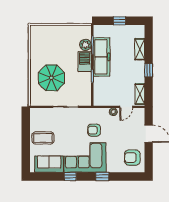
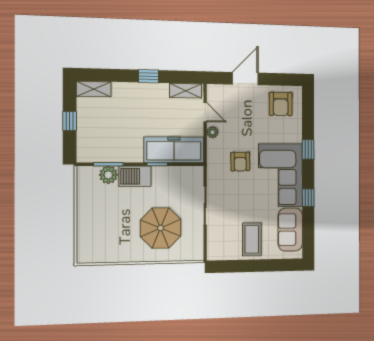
shelving: (140, 49) -> (94, 89), moved
freezer: (102, 57) -> (174, 150), moved

